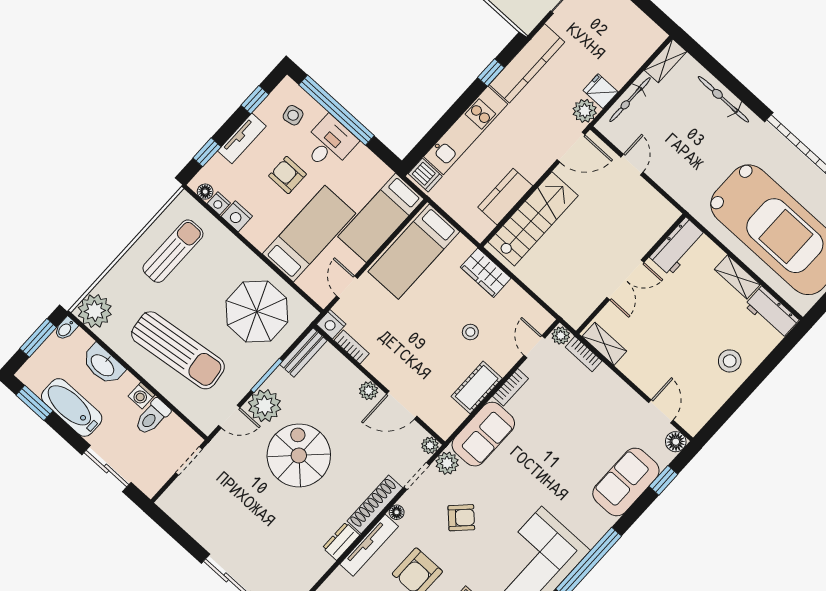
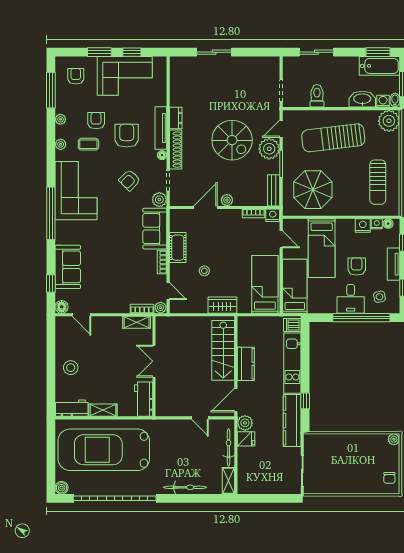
armchair: (287, 175) -> (357, 266), turned -90
kitchen counter: (505, 197) -> (246, 364), moved
washing machine: (141, 396) -> (383, 101), moved
bathtub: (72, 407) -> (379, 66), moved
plant: (430, 445) -> (175, 201), removed

